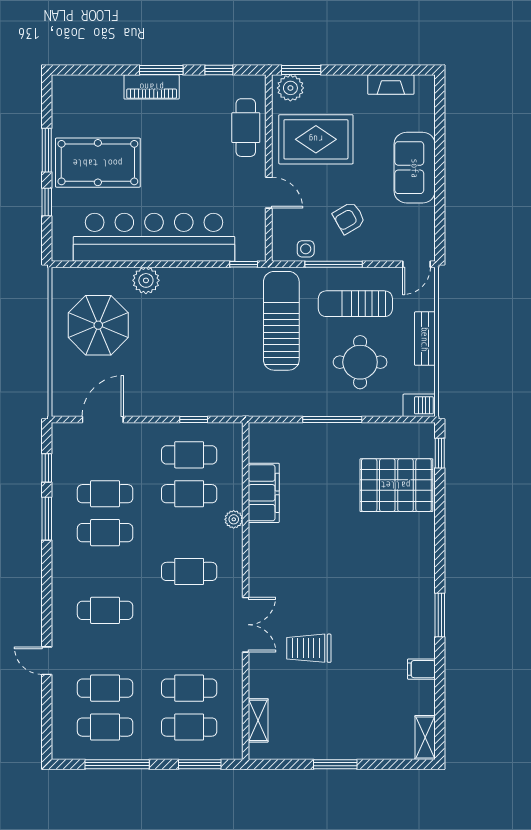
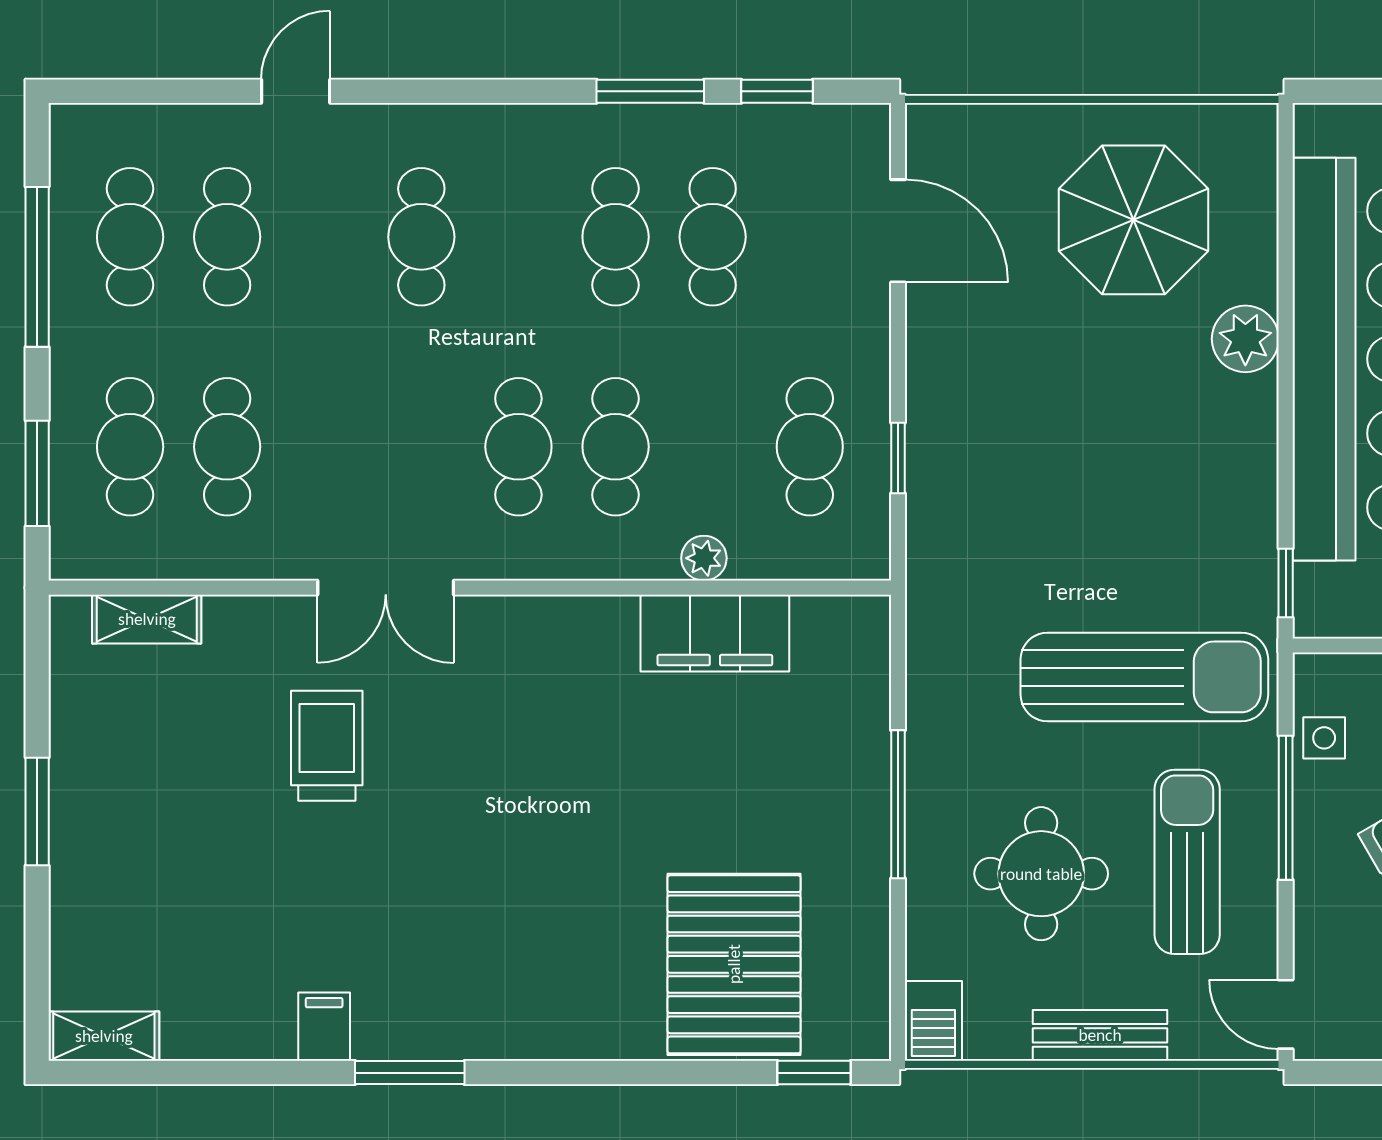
cafe table: (189, 494) -> (616, 447), moved
plant: (234, 519) -> (704, 558), moved
filing cabinet: (421, 669) -> (324, 1027), moved

